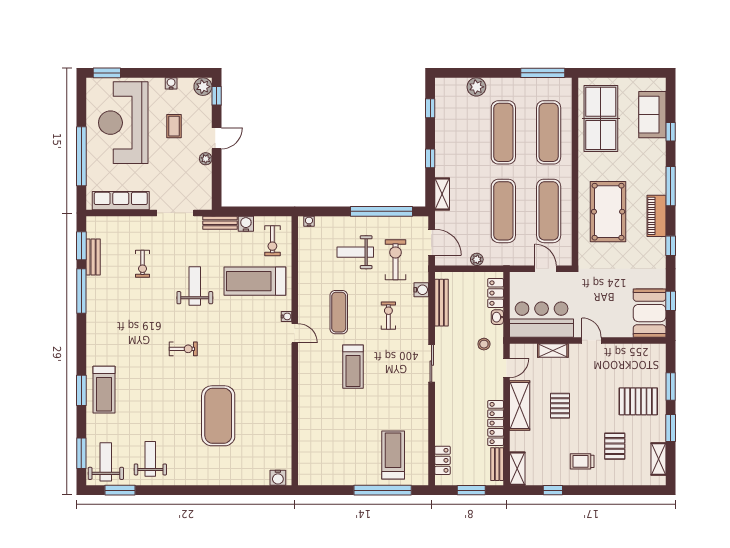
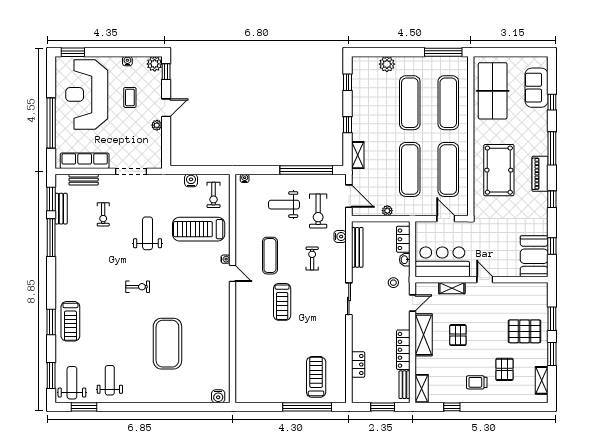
bench: (220, 223) -> (84, 180), moved
exercise bike: (395, 260) -> (318, 211), turned 180
locker: (442, 460) -> (358, 364), moved

